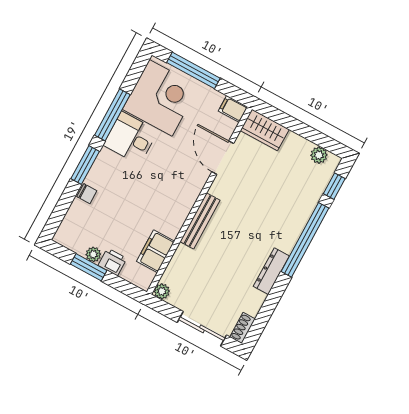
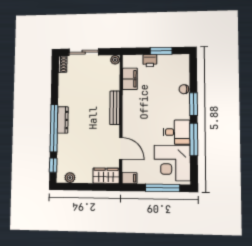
plant: (93, 254) -> (162, 59), removed
dresser: (271, 271) -> (63, 120), moved

